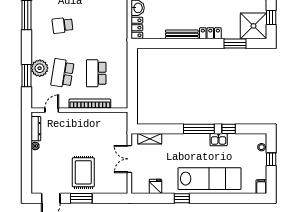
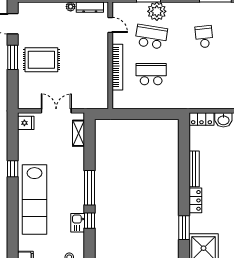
kitchen sink: (219, 140) -> (78, 223), moved
fridge: (155, 186) -> (26, 123), moved

